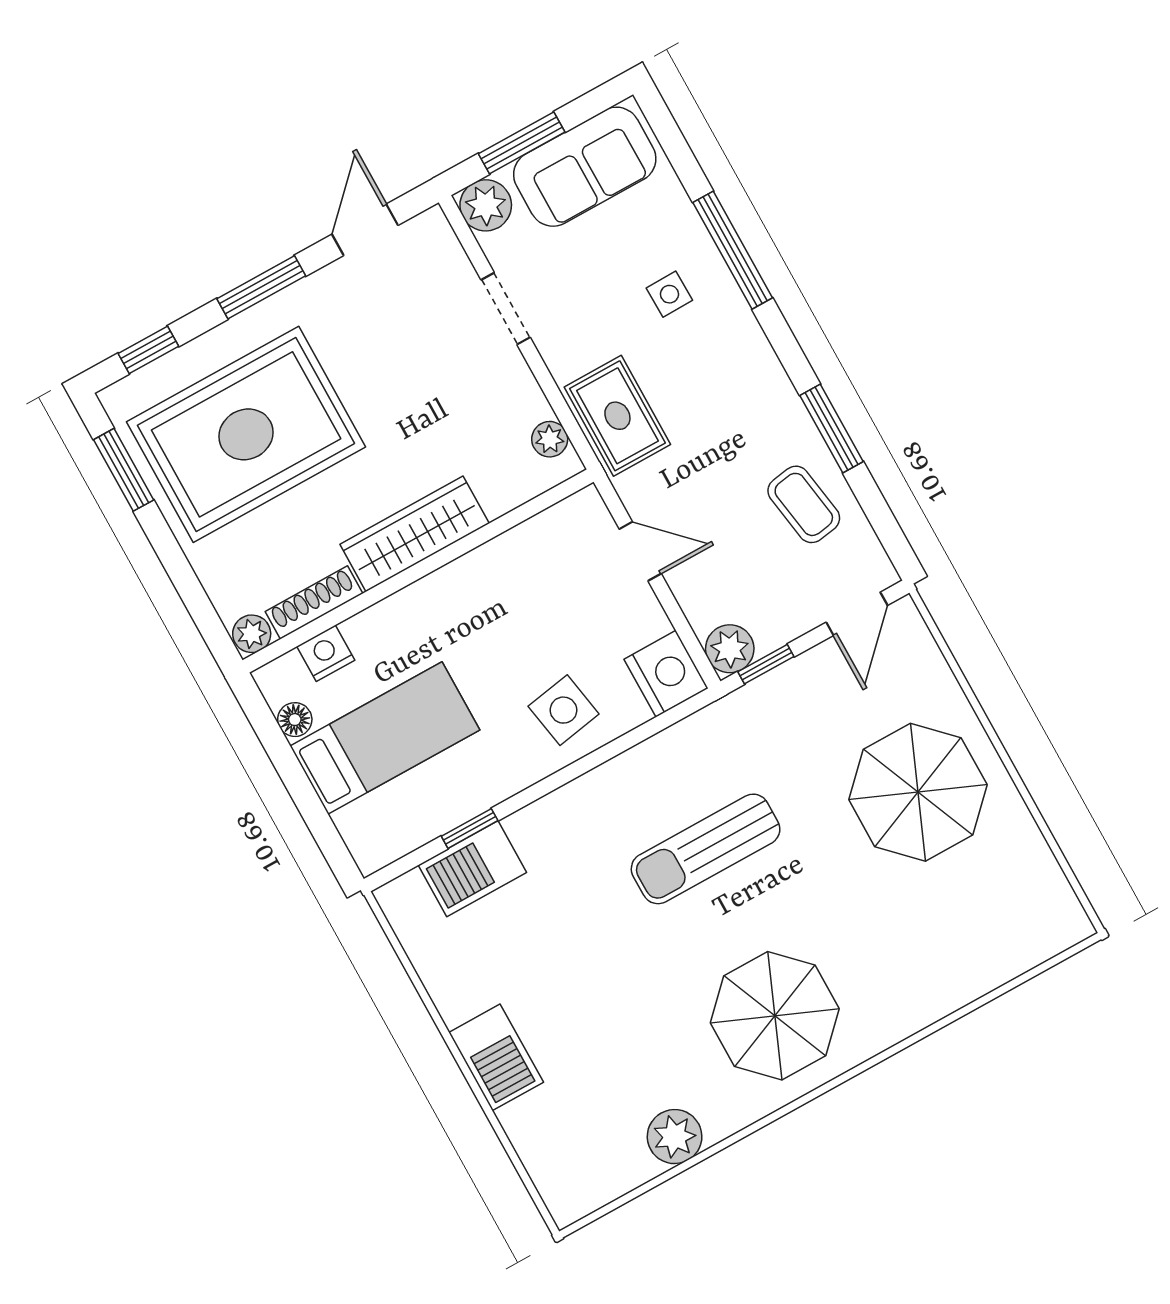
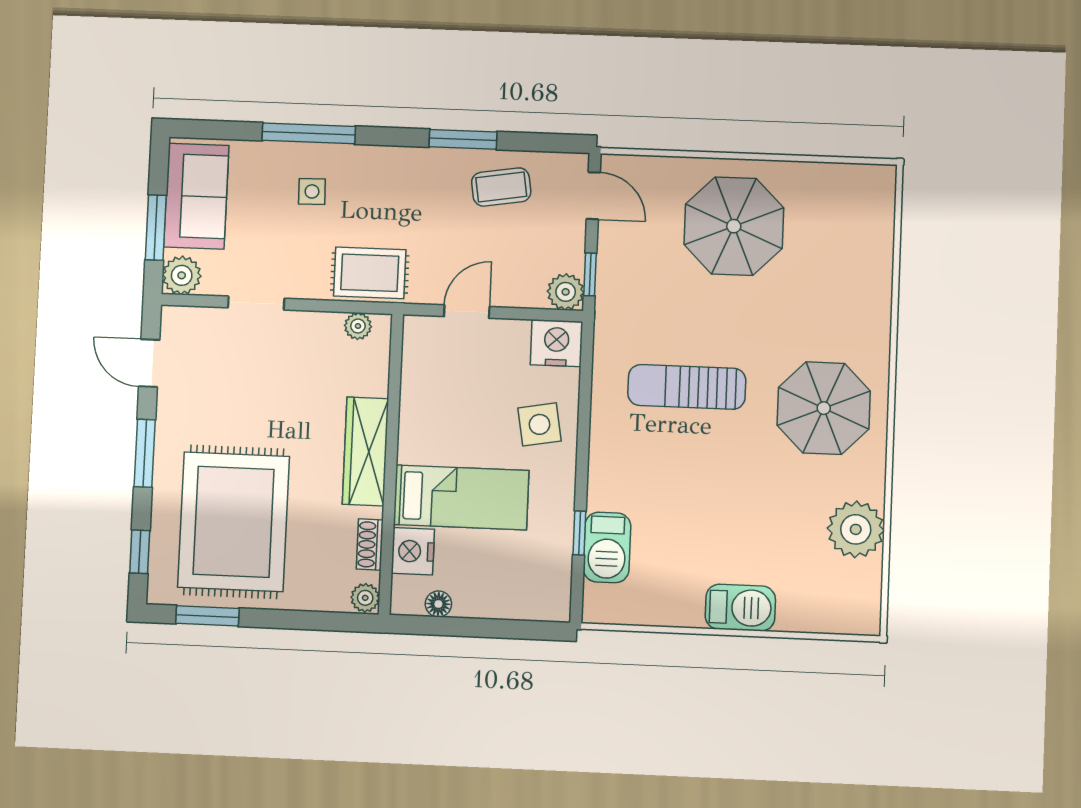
shoe rack: (314, 602) -> (370, 544), width x0.70
nightstand: (326, 653) -> (413, 551), width x1.36, depth x1.33
bed: (385, 738) -> (461, 497), moved, turned 90
sun lounger: (706, 849) -> (687, 387), turned 90
plant: (675, 1137) -> (856, 529), width x1.36, depth x1.36

